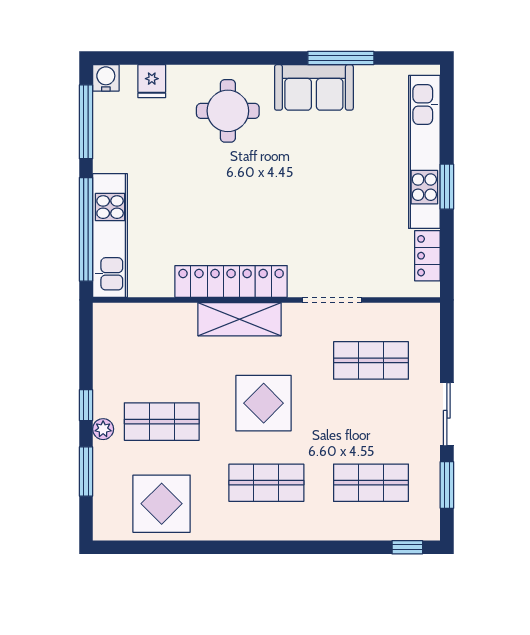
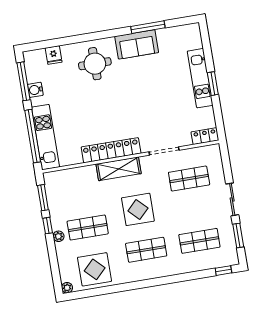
water cooler: (106, 78) -> (35, 90), moved, turned -90
kitchen unit: (424, 152) -> (200, 78), width x0.73
locker: (427, 256) -> (205, 136), moved, turned 90
window: (86, 472) -> (43, 198), moved
plant: (103, 530) -> (67, 288), added

